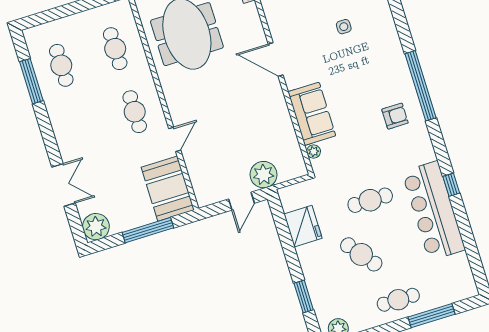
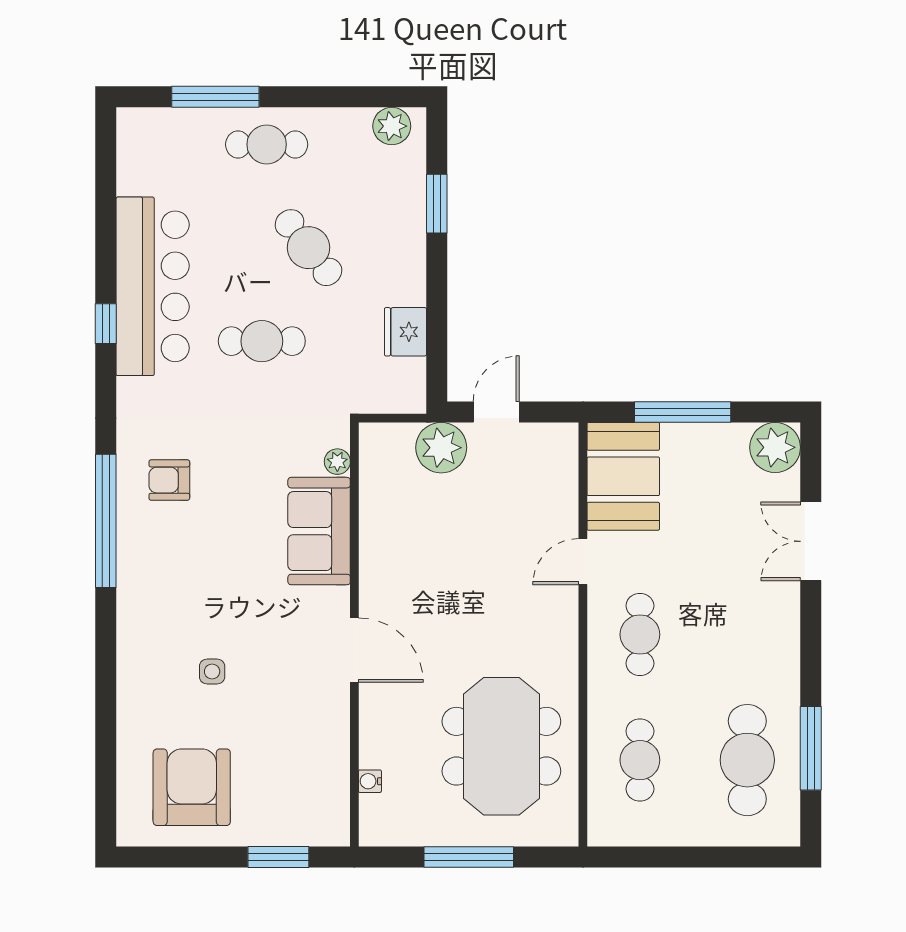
cafe table: (61, 65) -> (747, 760), width x1.37, depth x1.35
fridge: (303, 226) -> (405, 332), width x0.73, depth x0.75

